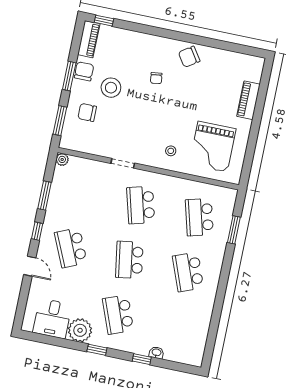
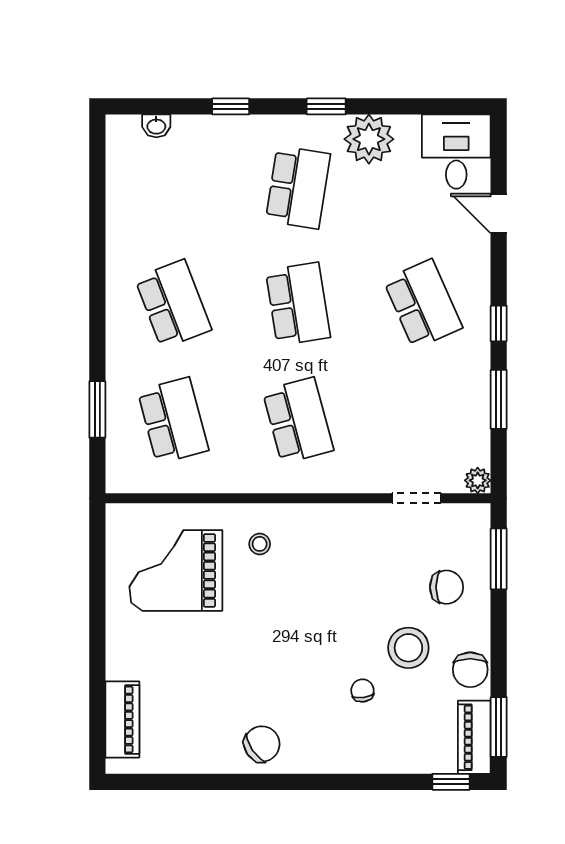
window: (69, 76) -> (499, 727), moved
chair: (156, 78) -> (362, 691), moved
piano: (248, 100) -> (122, 719), moved
grand piano: (213, 147) -> (176, 570), turned -90
doorway: (123, 163) -> (417, 498), moved
door: (30, 266) -> (499, 213), moved
school desk: (118, 315) -> (298, 187), turned 30
desk: (52, 318) -> (456, 152), moved
washbasin: (156, 353) -> (156, 126), moved

